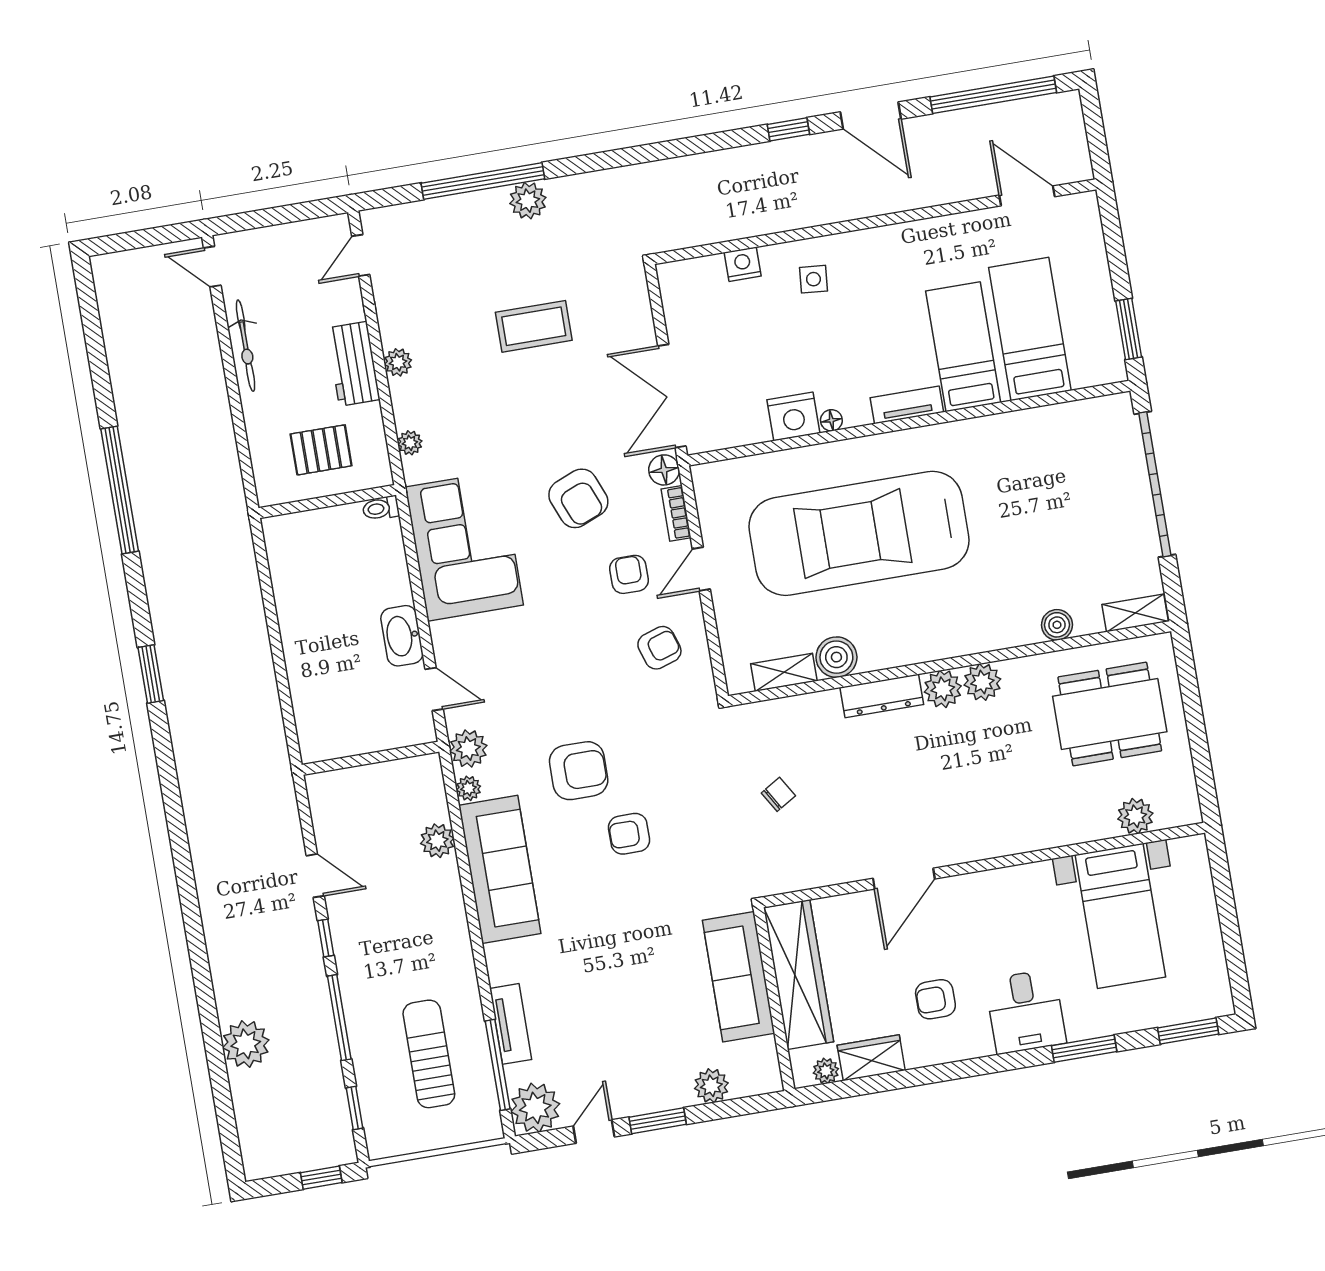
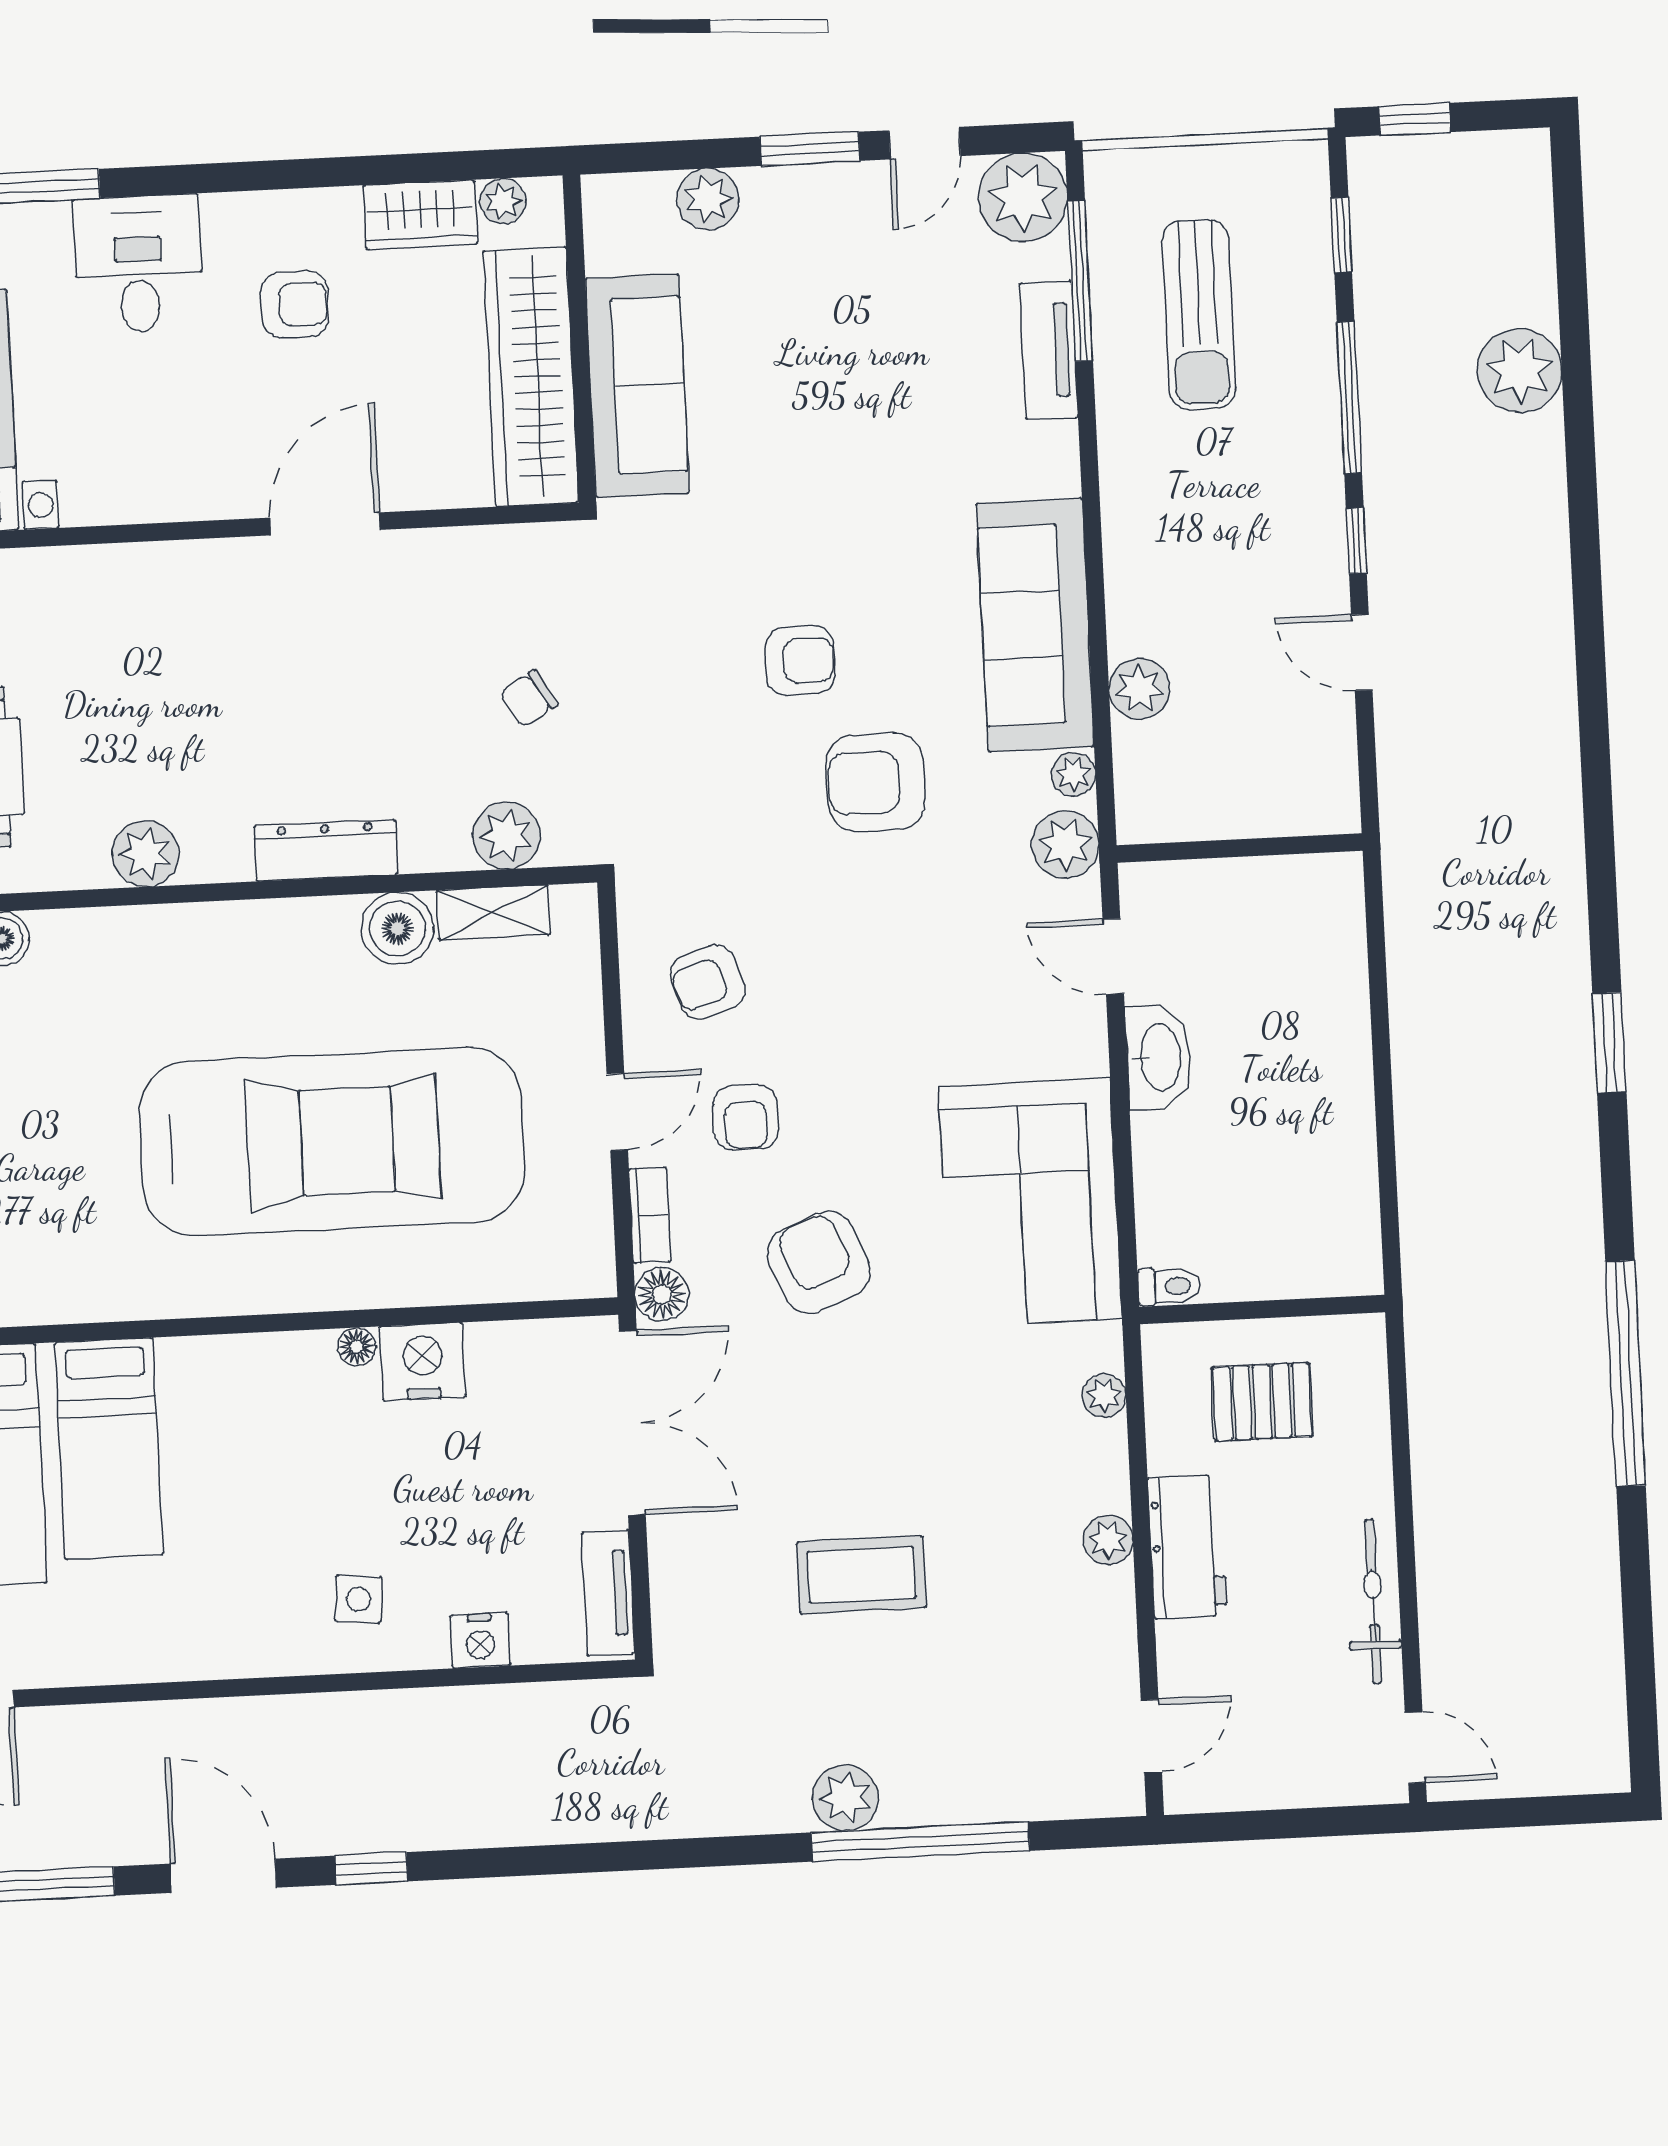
tv unit: (907, 405) -> (608, 1593), moved, turned 90
plant: (943, 689) -> (506, 836), moved

